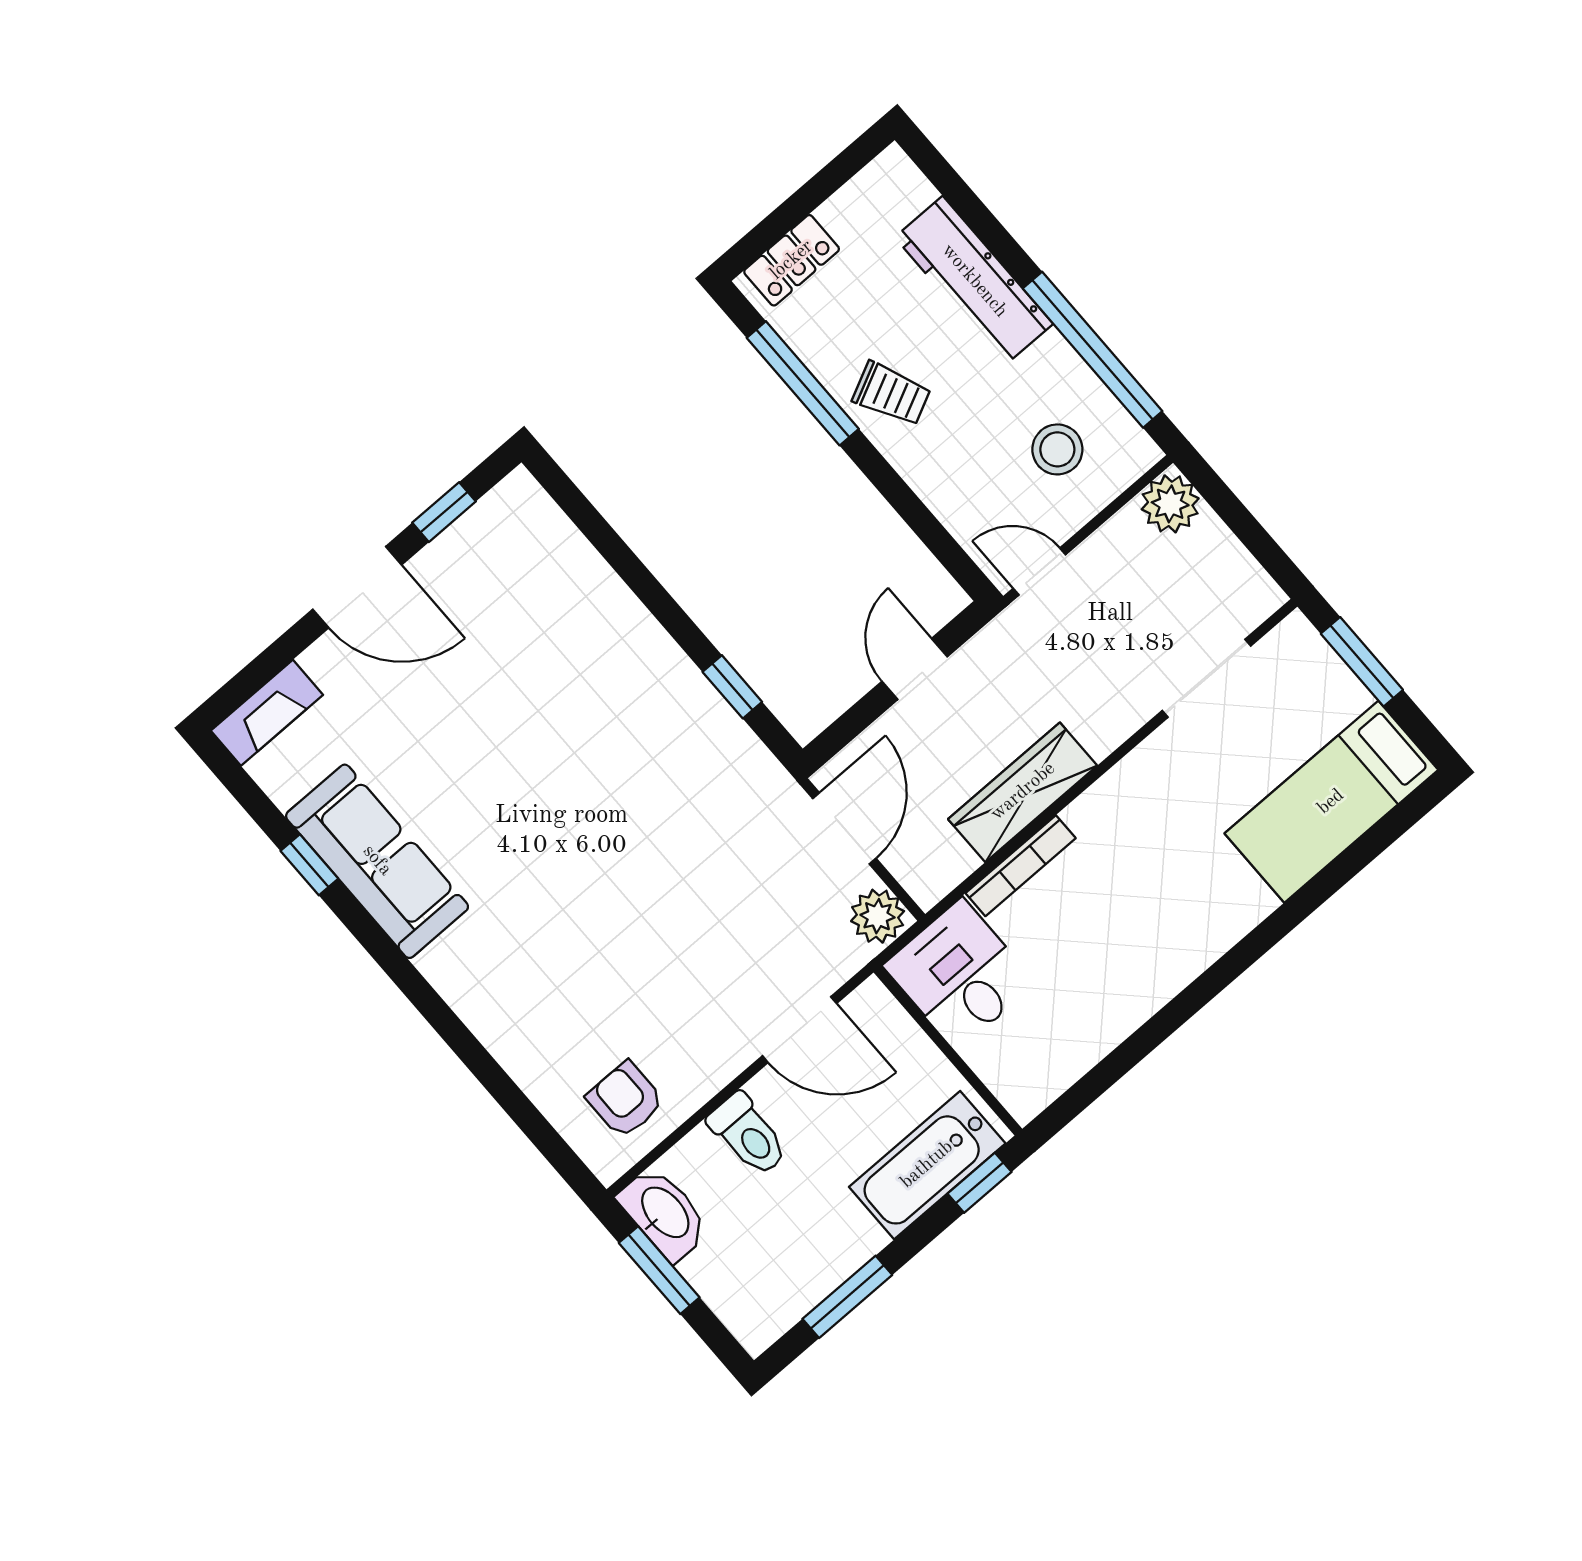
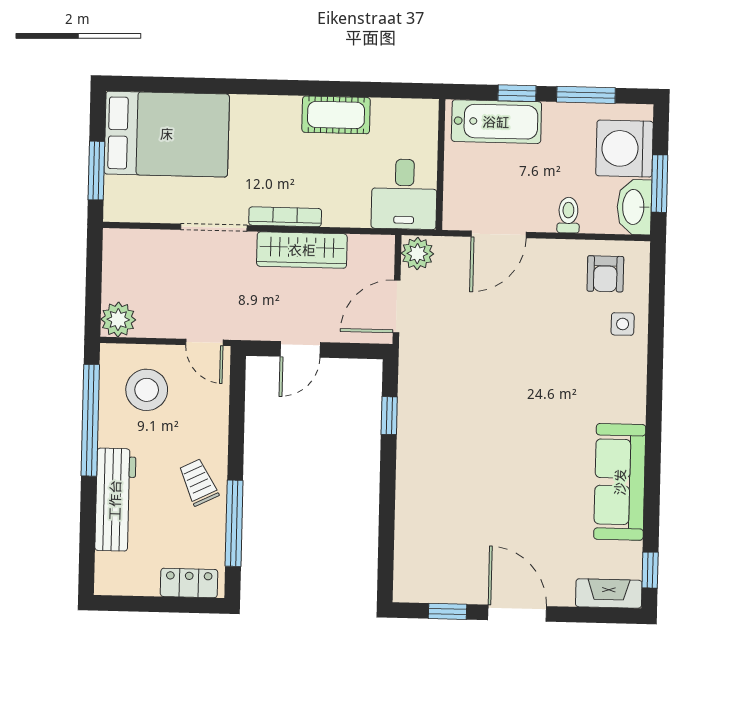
stool: (1057, 449) -> (147, 390), width x1.38, depth x1.38
doorway: (1206, 678) -> (214, 227), moved
bed: (1331, 802) -> (167, 134), width x1.50
window: (309, 865) -> (650, 570), moved
bookcase: (1021, 866) -> (285, 217), moved
cot: (1131, 995) -> (336, 115), added
door: (799, 1030) -> (499, 234), swing flipped
side table: (549, 1057) -> (623, 324), added
toilet: (748, 1135) -> (568, 215), width x0.73, depth x0.72
window: (980, 1183) -> (517, 93), moved
washing machine: (741, 1274) -> (624, 149), added

